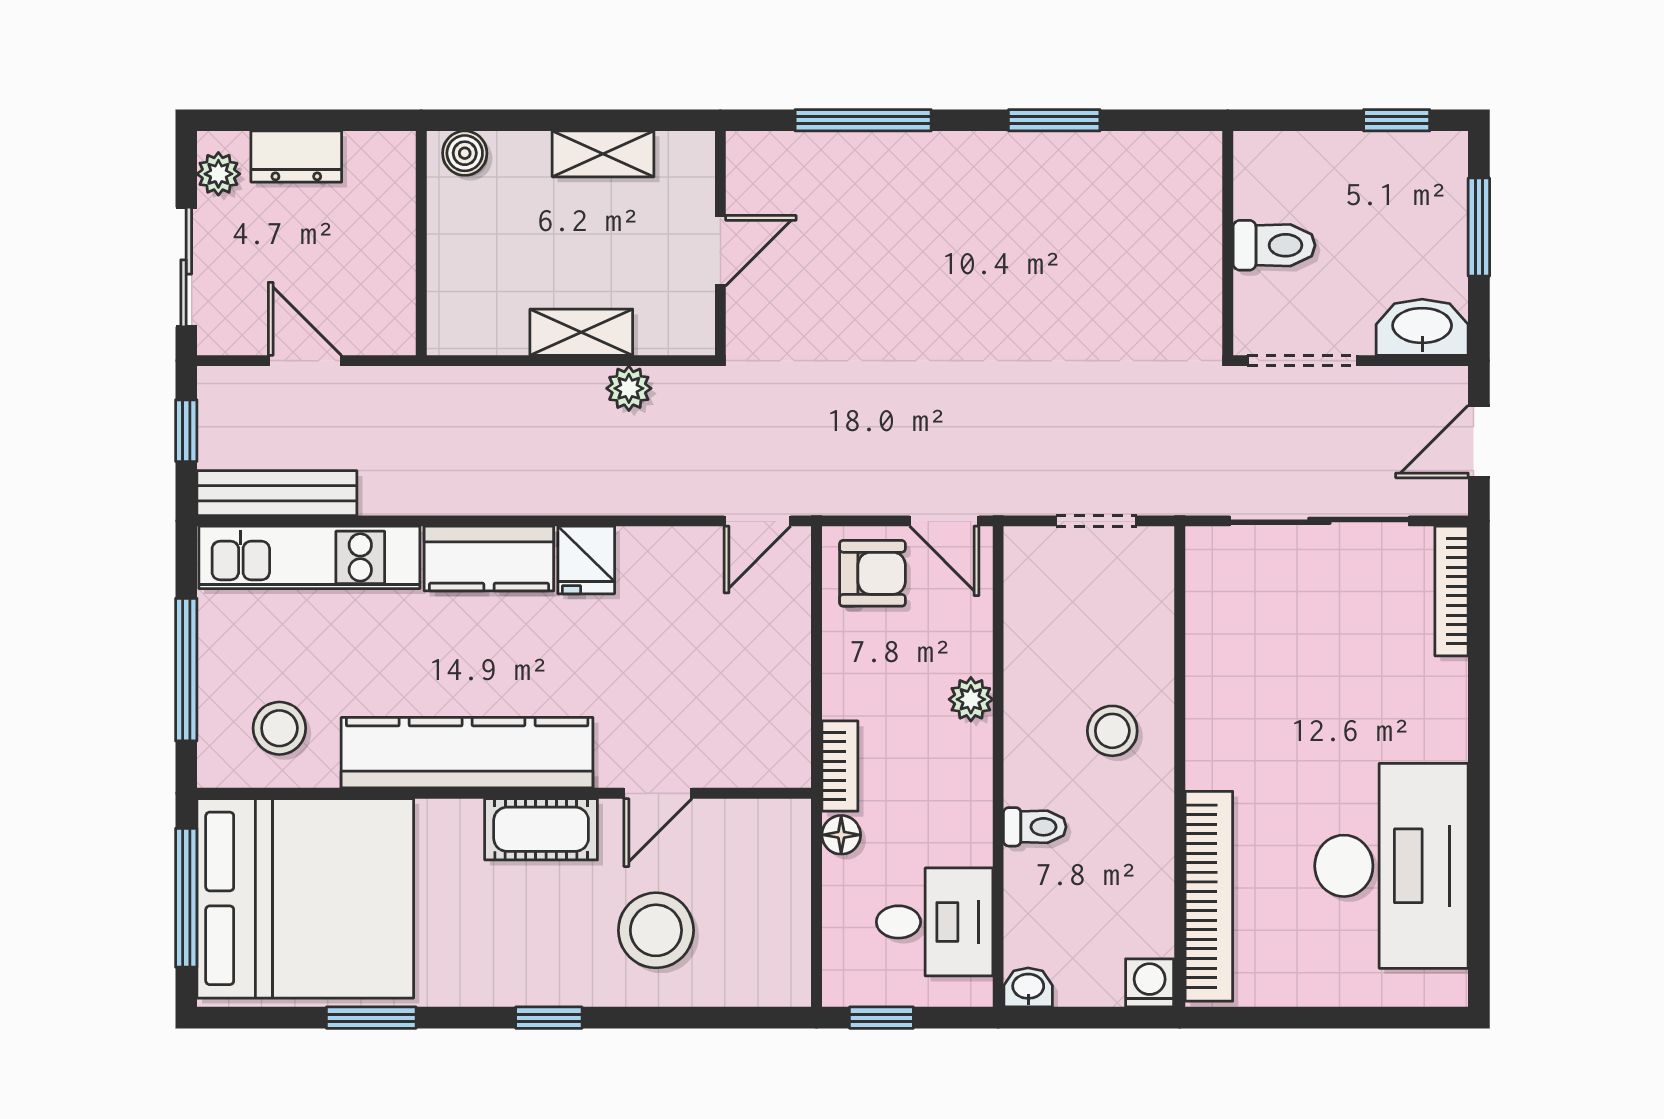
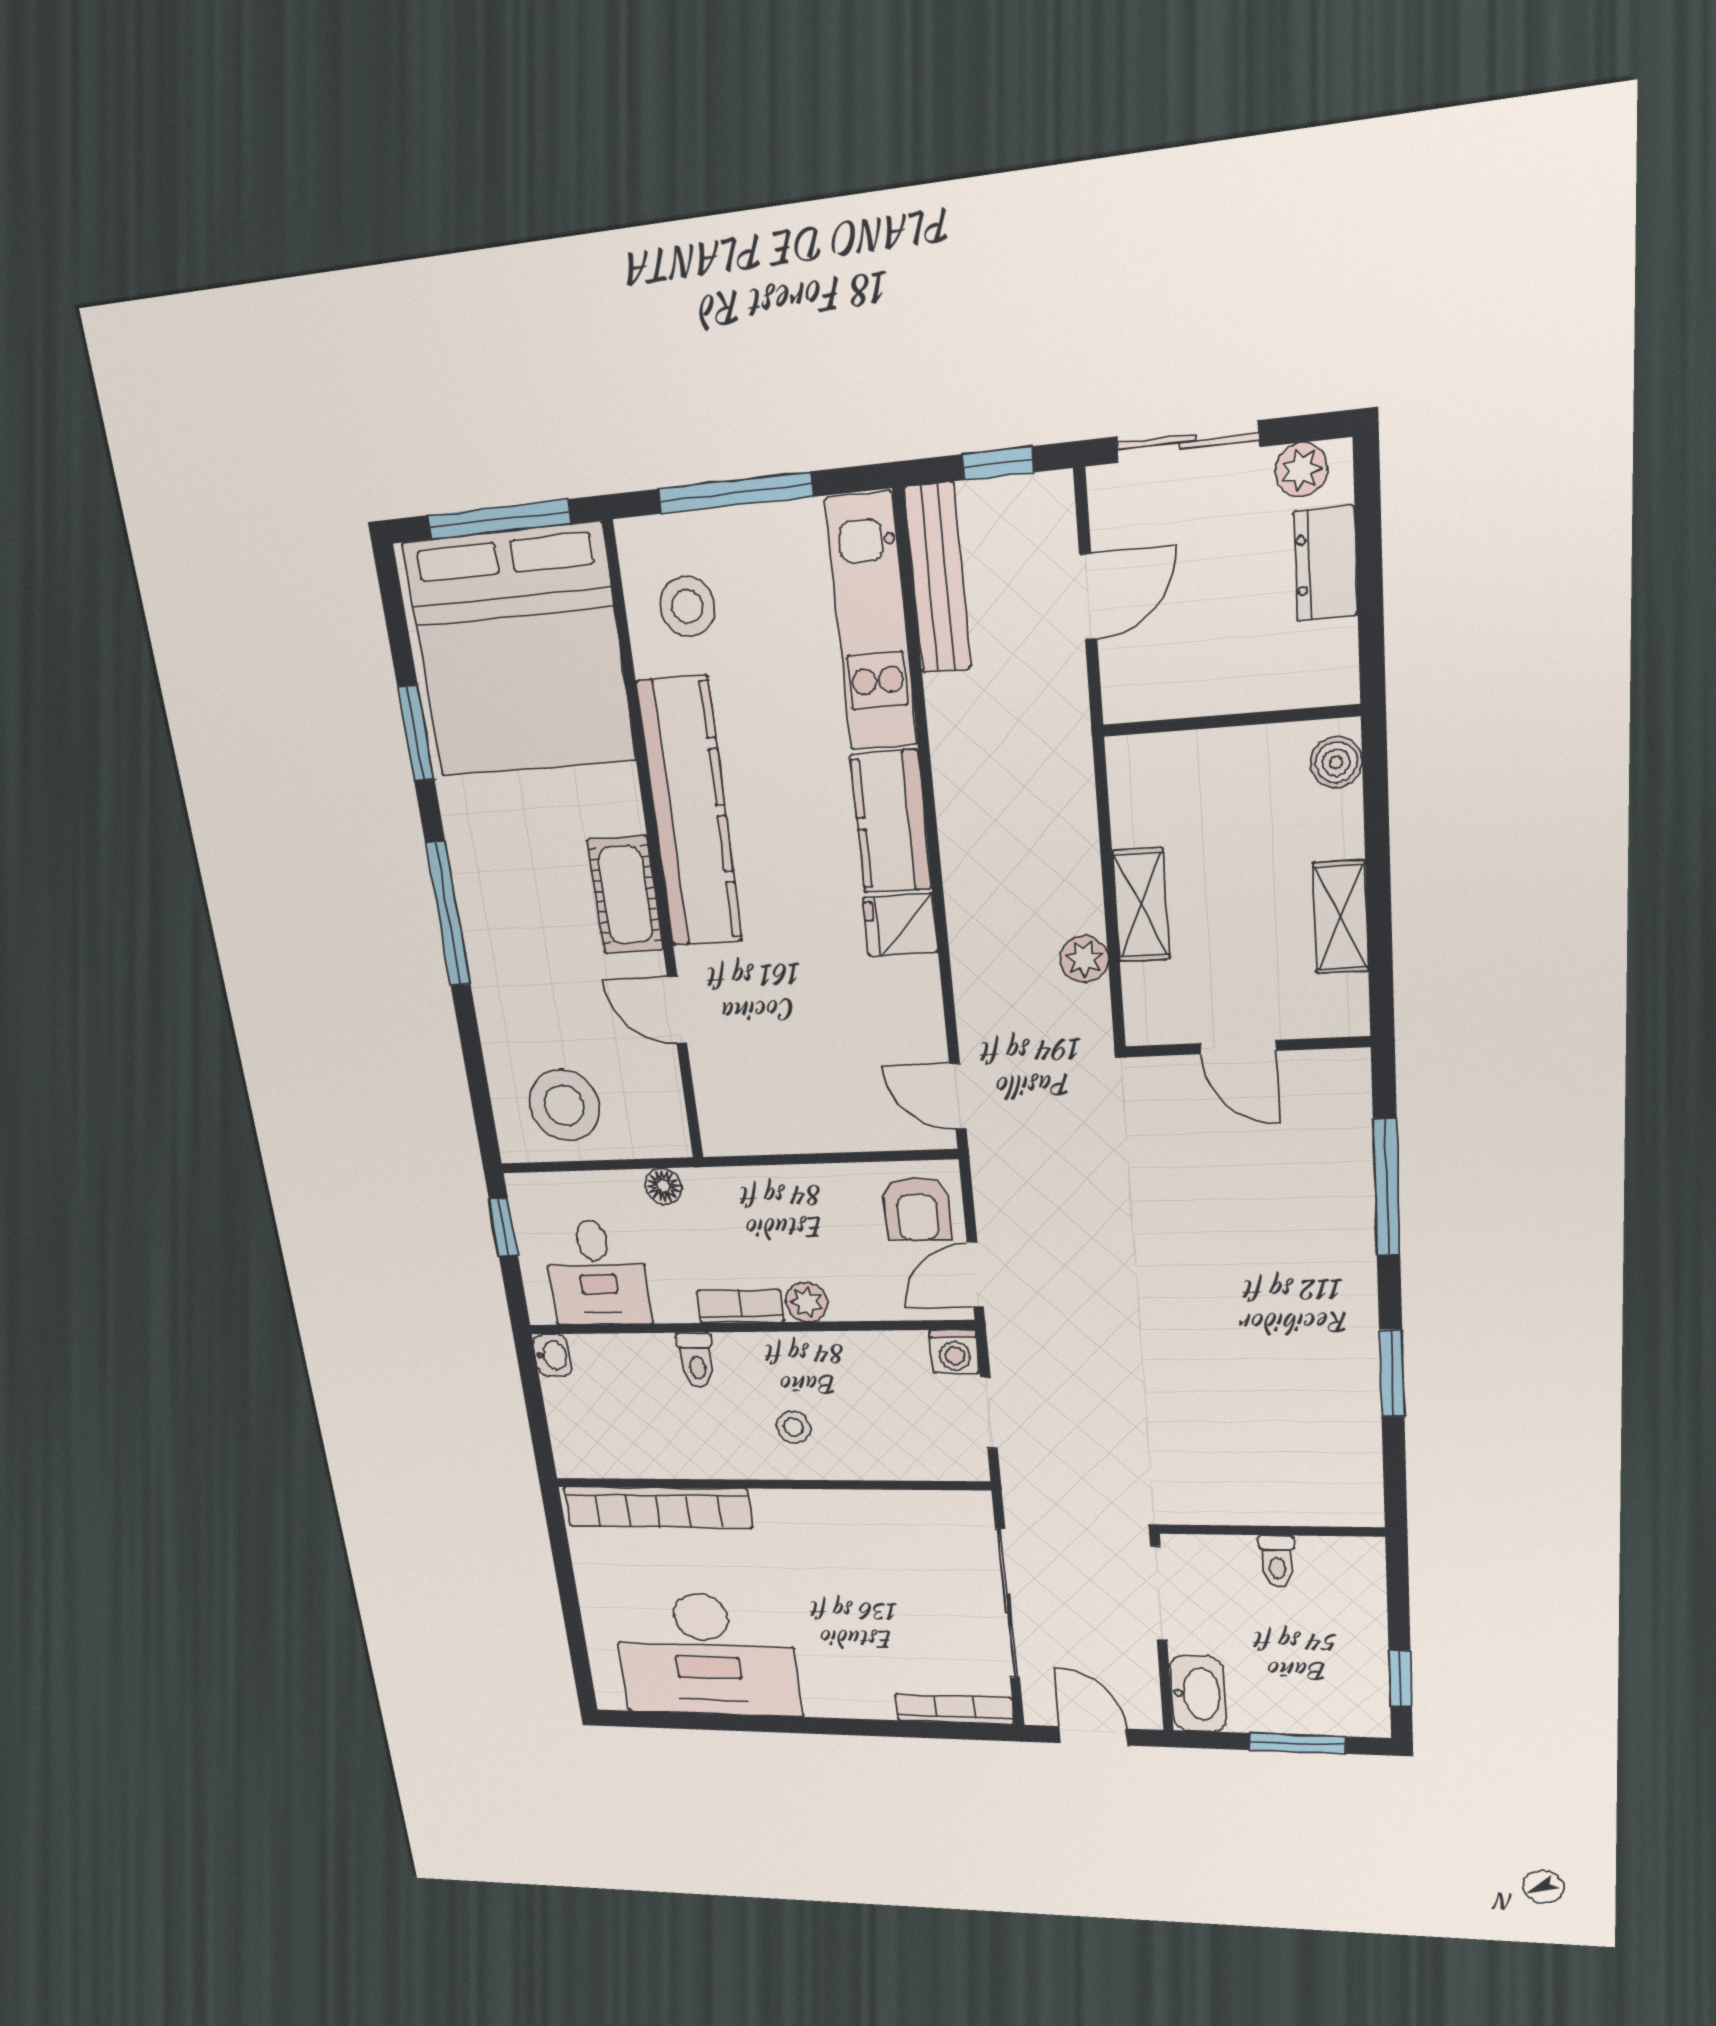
toilet: (1274, 245) -> (1277, 1561), width x0.73, depth x0.72
stool: (1112, 731) -> (793, 1427), width x0.73, depth x0.73
bookcase: (840, 766) -> (740, 1306), moved, turned 180
stool: (656, 930) -> (564, 1105), moved
washing machine: (1150, 983) -> (954, 1352), moved, turned 90
window: (549, 1018) -> (448, 914), width x2.17

